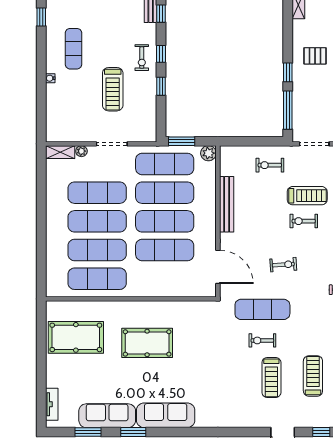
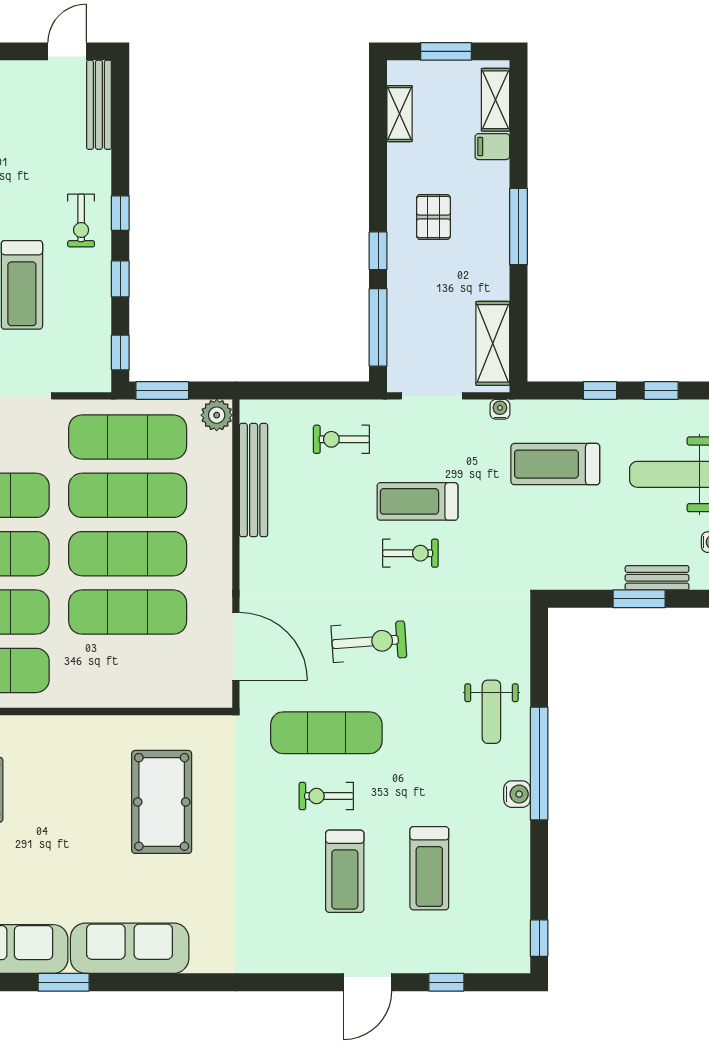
window: (161, 14) -> (120, 352), moved
pallet: (315, 56) -> (433, 217), turned 90
treadmill: (307, 196) -> (417, 501), turned 180
bench: (227, 204) -> (254, 480), moved
exercise bike: (304, 221) -> (410, 553), turned 180
exercise bike: (283, 265) -> (369, 642), width x1.38, depth x1.39
pool table: (147, 343) -> (162, 802), moved, turned 90
treadmill: (313, 376) -> (429, 868), turned 180

